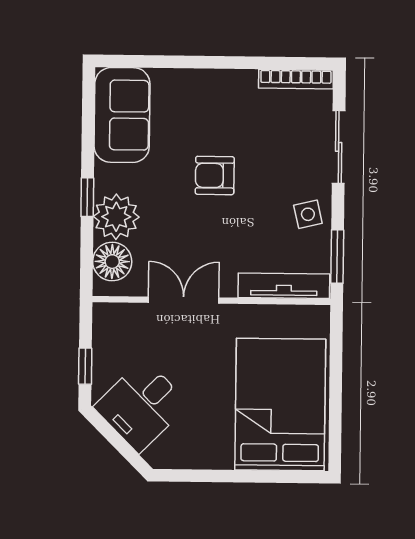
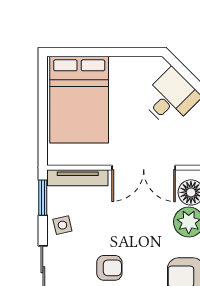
armchair: (215, 175) -> (109, 268), moved
double door: (184, 300) -> (144, 168), width x1.37

